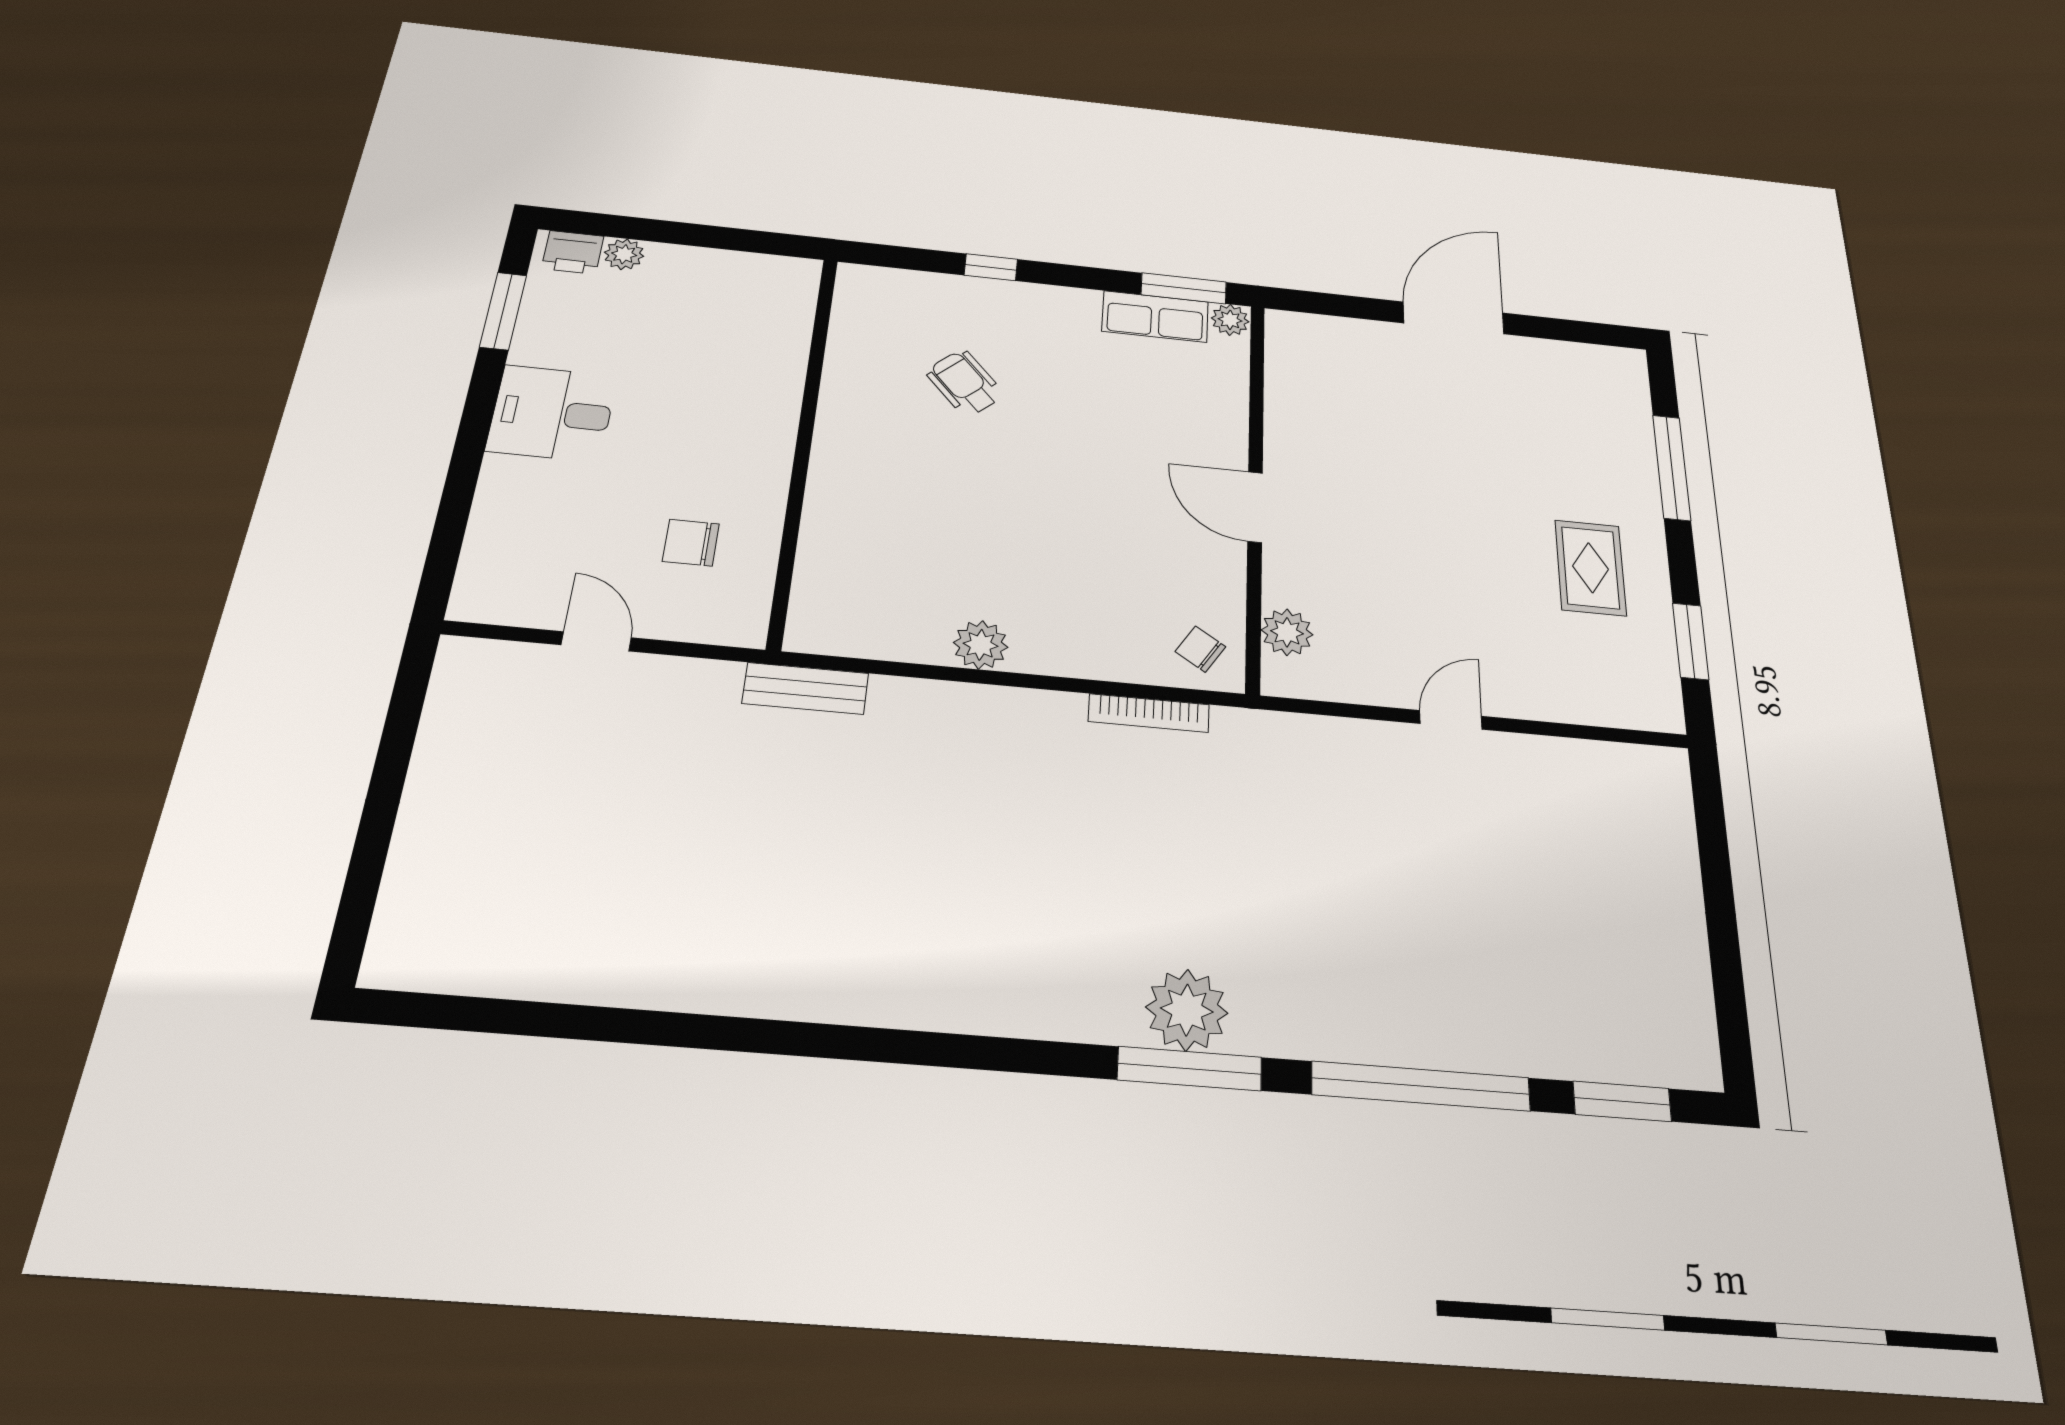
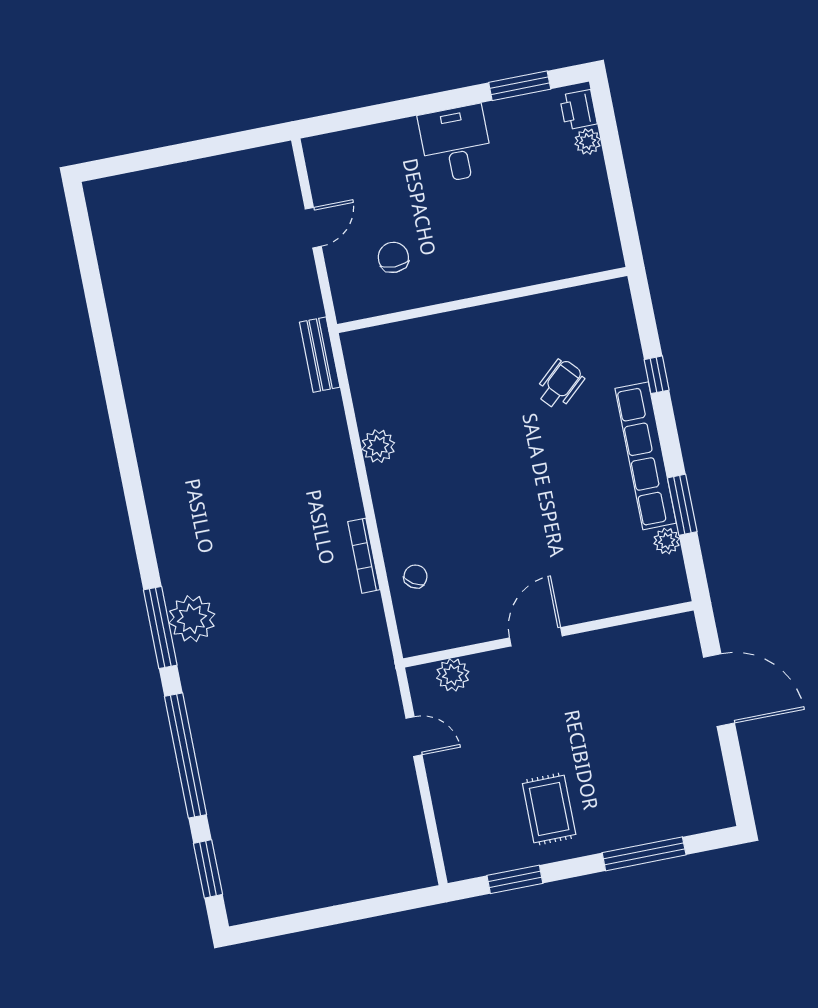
row of seats: (1155, 317) -> (646, 456), width x2.02
wall: (1255, 490) -> (548, 634), moved
door: (1255, 507) -> (536, 637), moved
rug: (1591, 568) -> (549, 809), turned 90
plant: (1287, 632) -> (453, 675), moved

